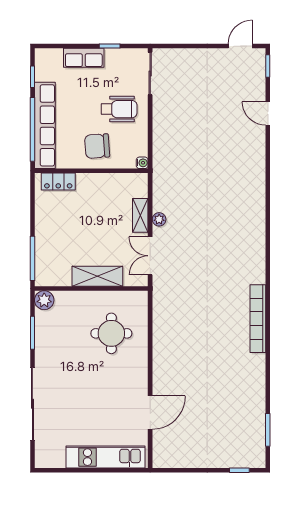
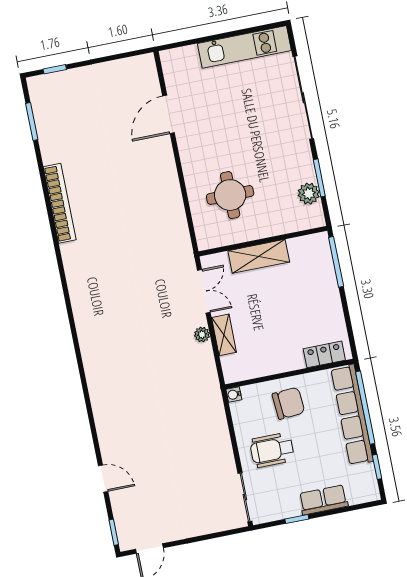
plant: (44, 300) -> (309, 194), moved
bookcase: (258, 319) -> (60, 203), moved
kitchen unit: (106, 457) -> (244, 47), moved

